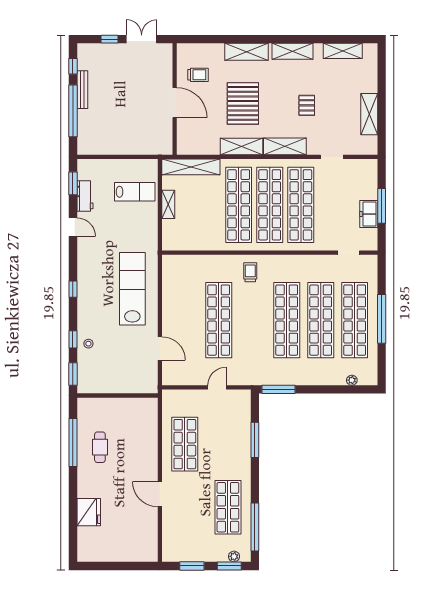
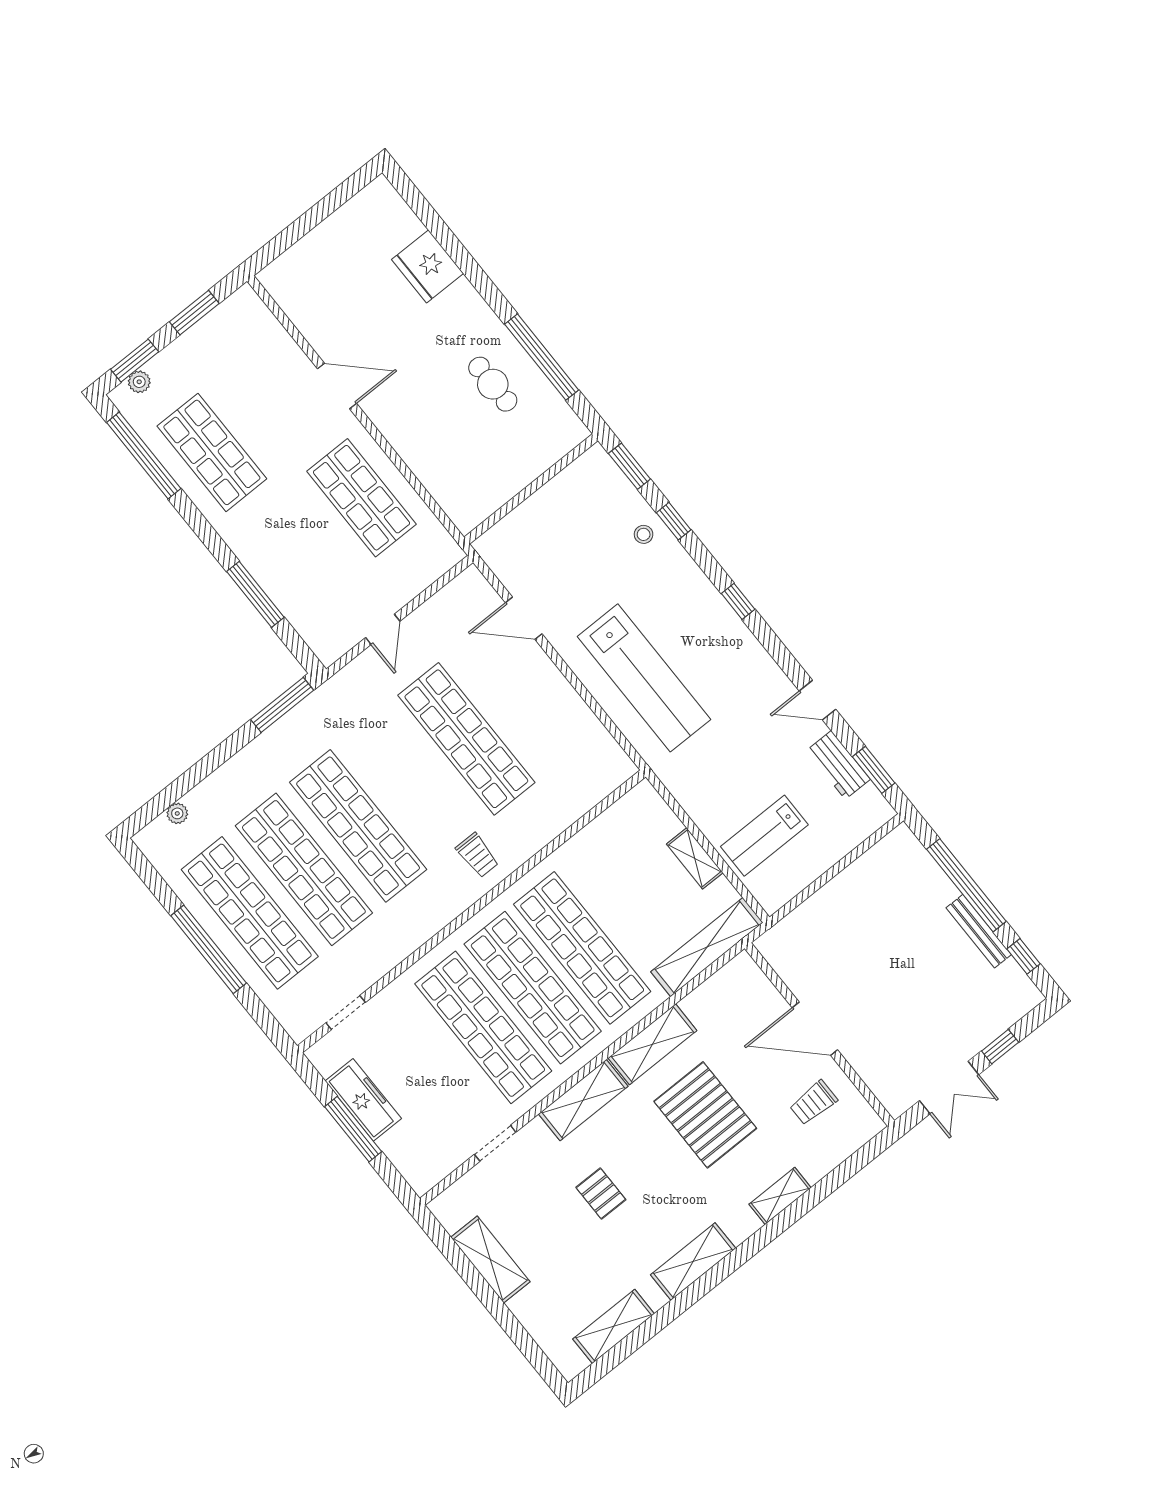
shelving: (246, 52) -> (780, 1196), width x0.67, depth x0.75
freezer: (369, 214) -> (363, 1100), width x1.40

